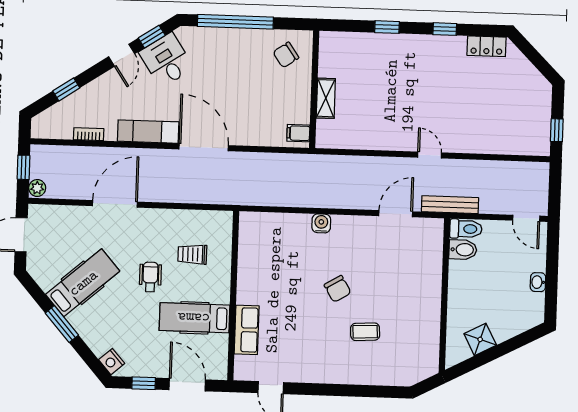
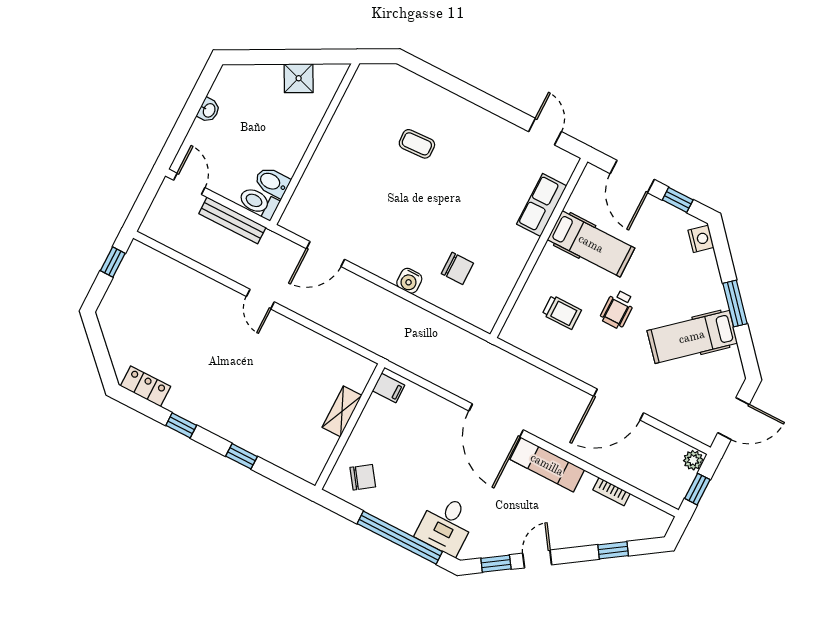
desk: (166, 60) -> (446, 525), moved, turned 34
bench: (450, 205) -> (232, 220), moved
chair: (338, 289) -> (457, 268), moved, turned 121

